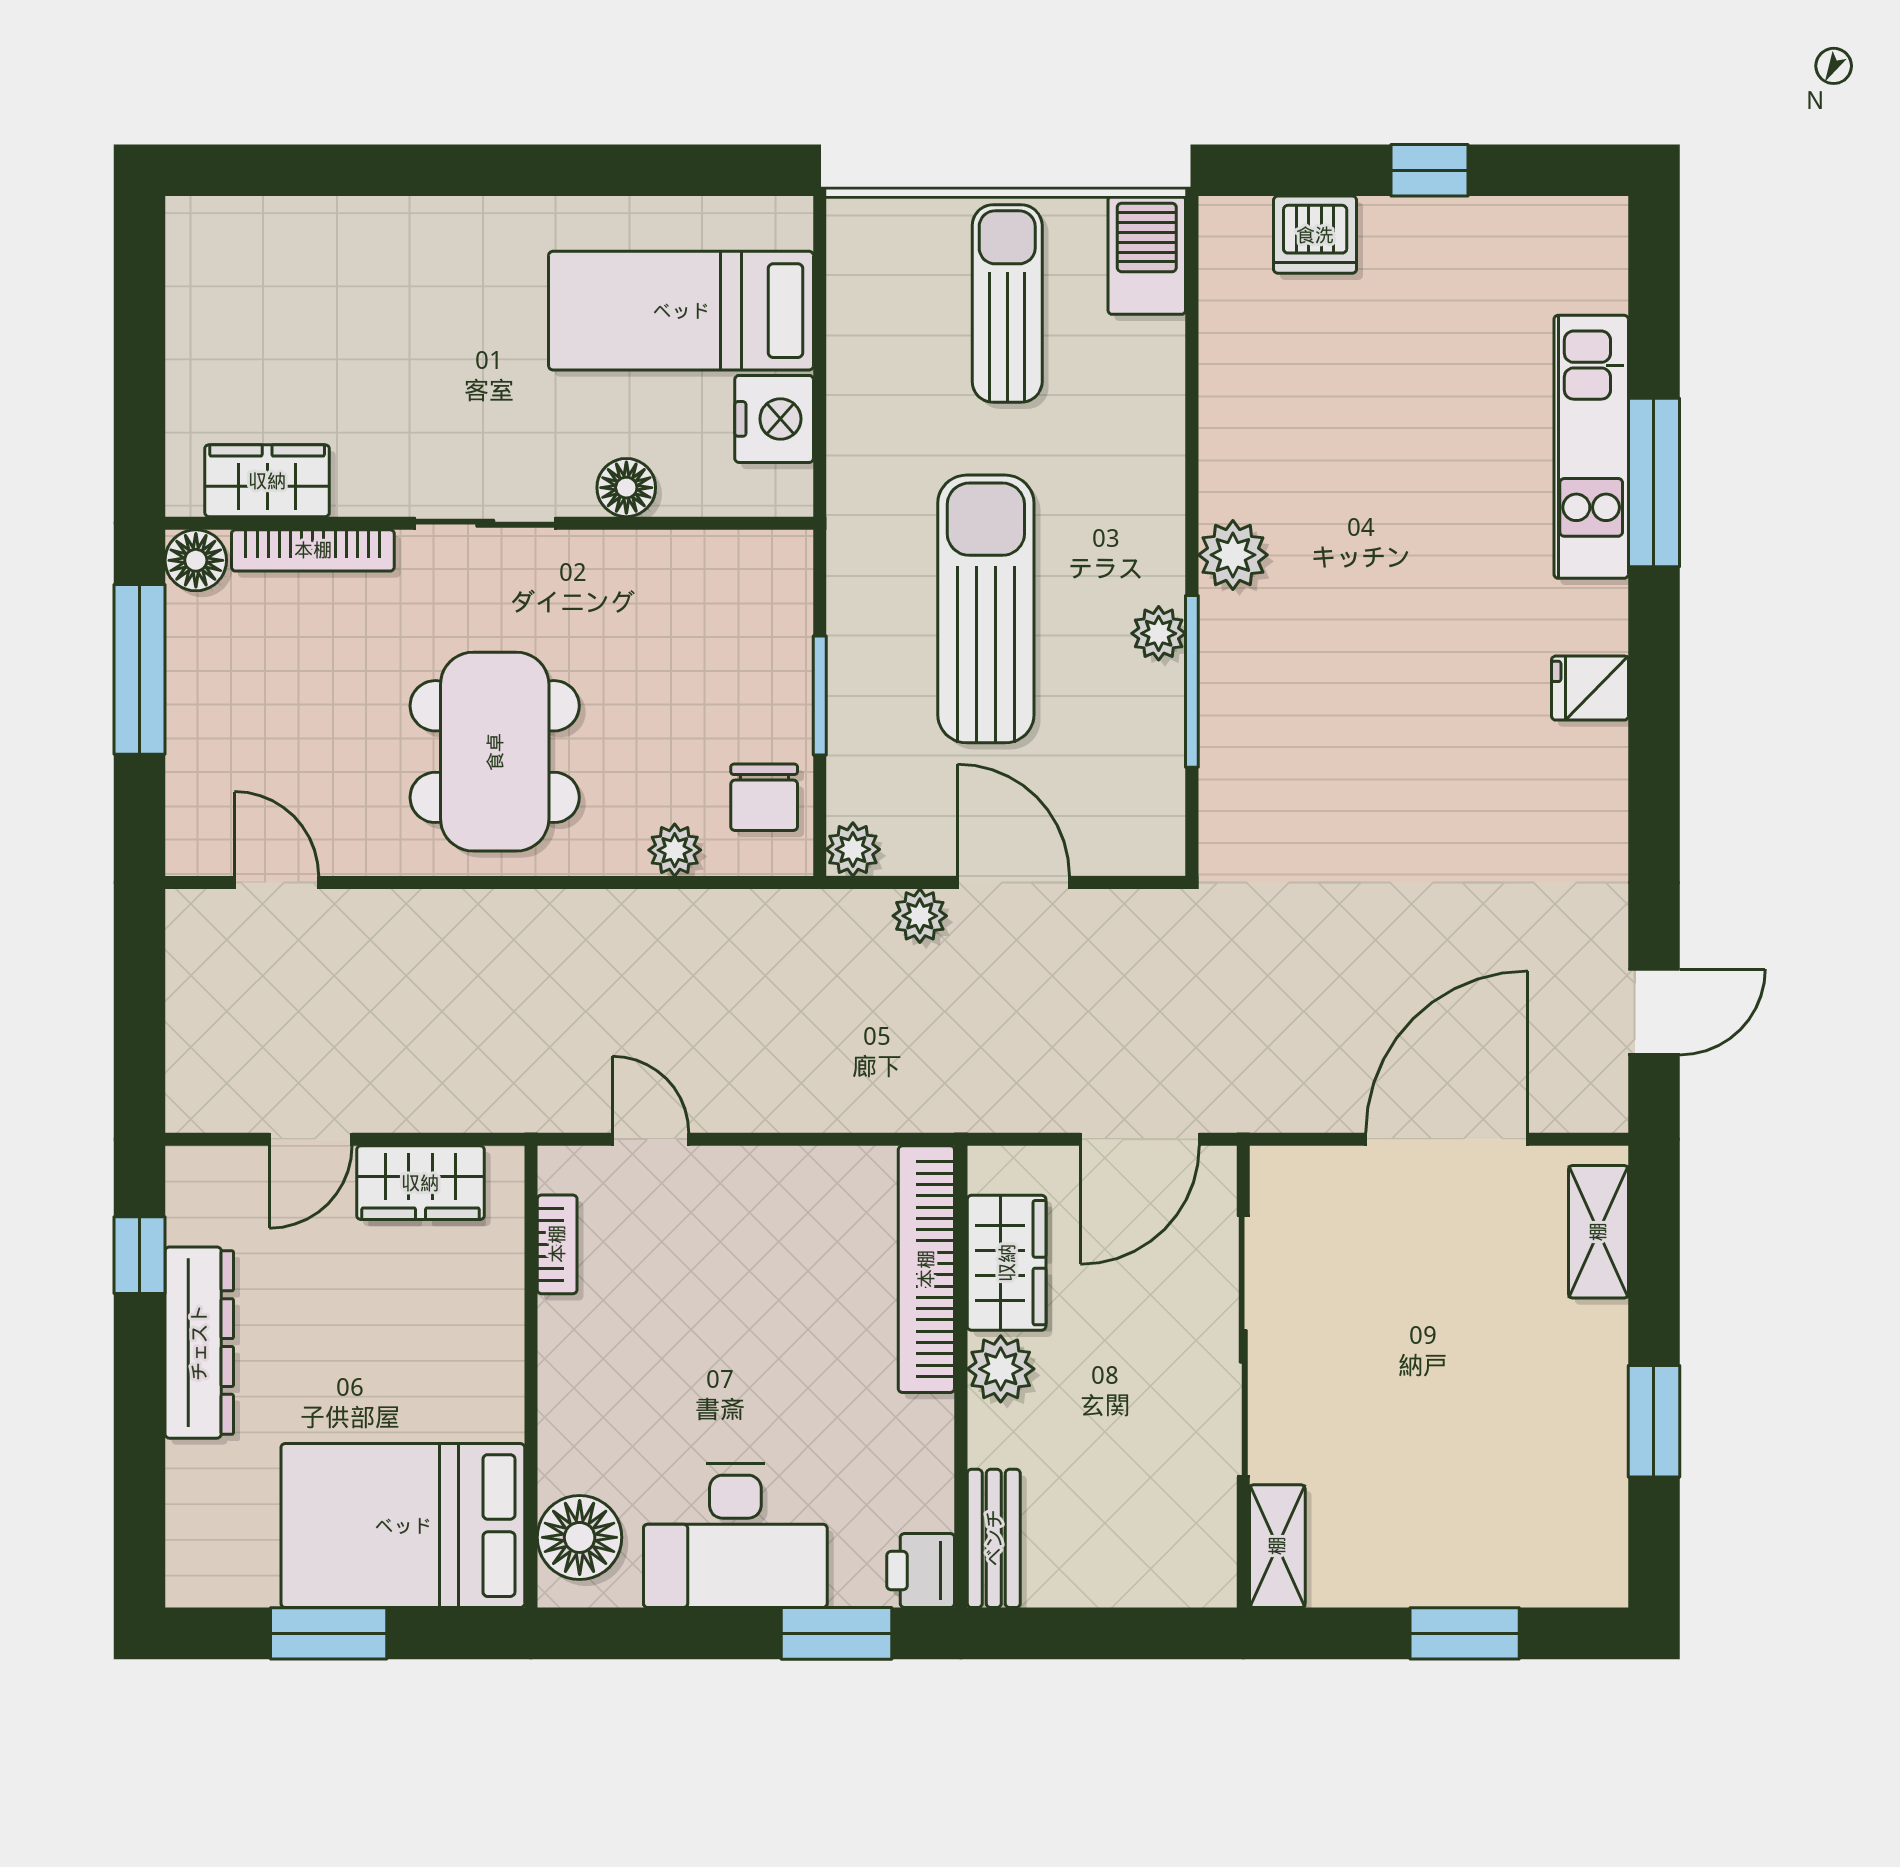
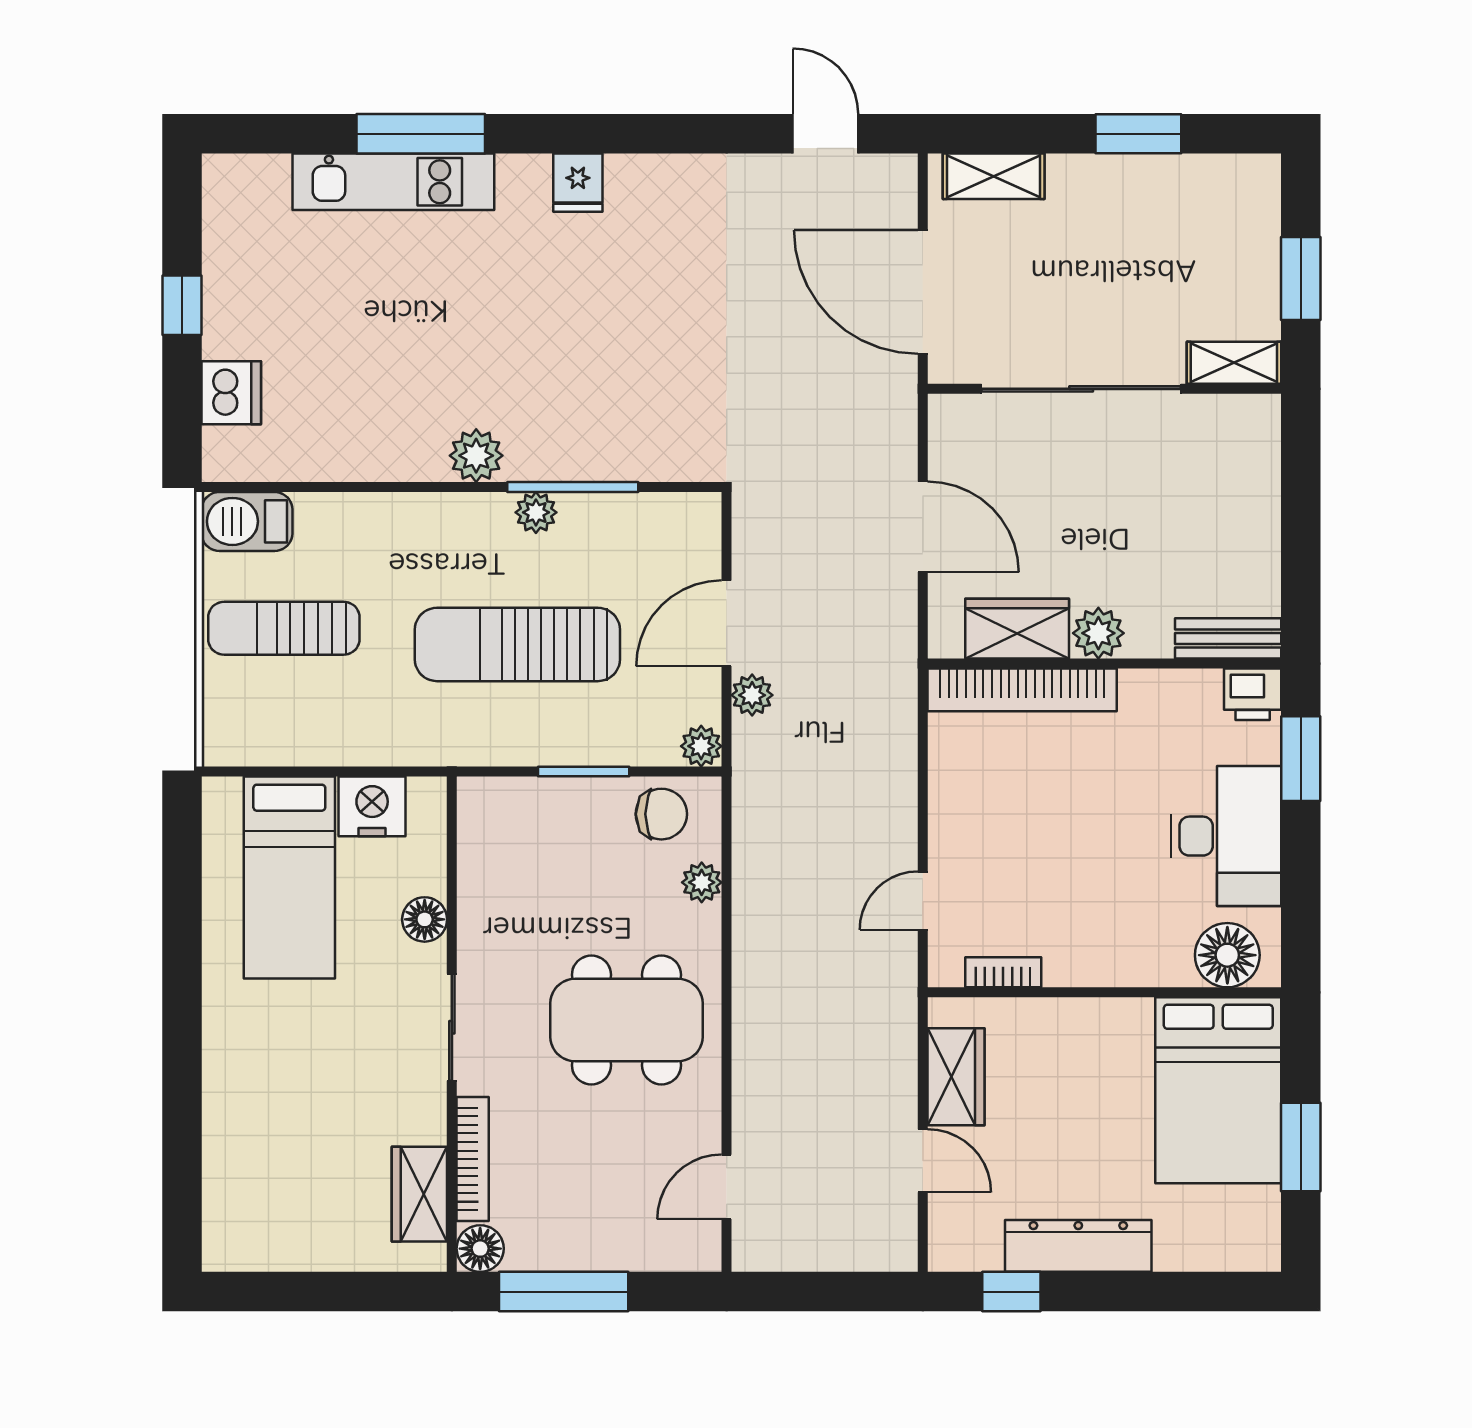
sliding door: (1243, 1346) -> (1081, 389), moved
wall: (1243, 1377) -> (1104, 389), moved
shelving: (1277, 1546) -> (1234, 363), moved

